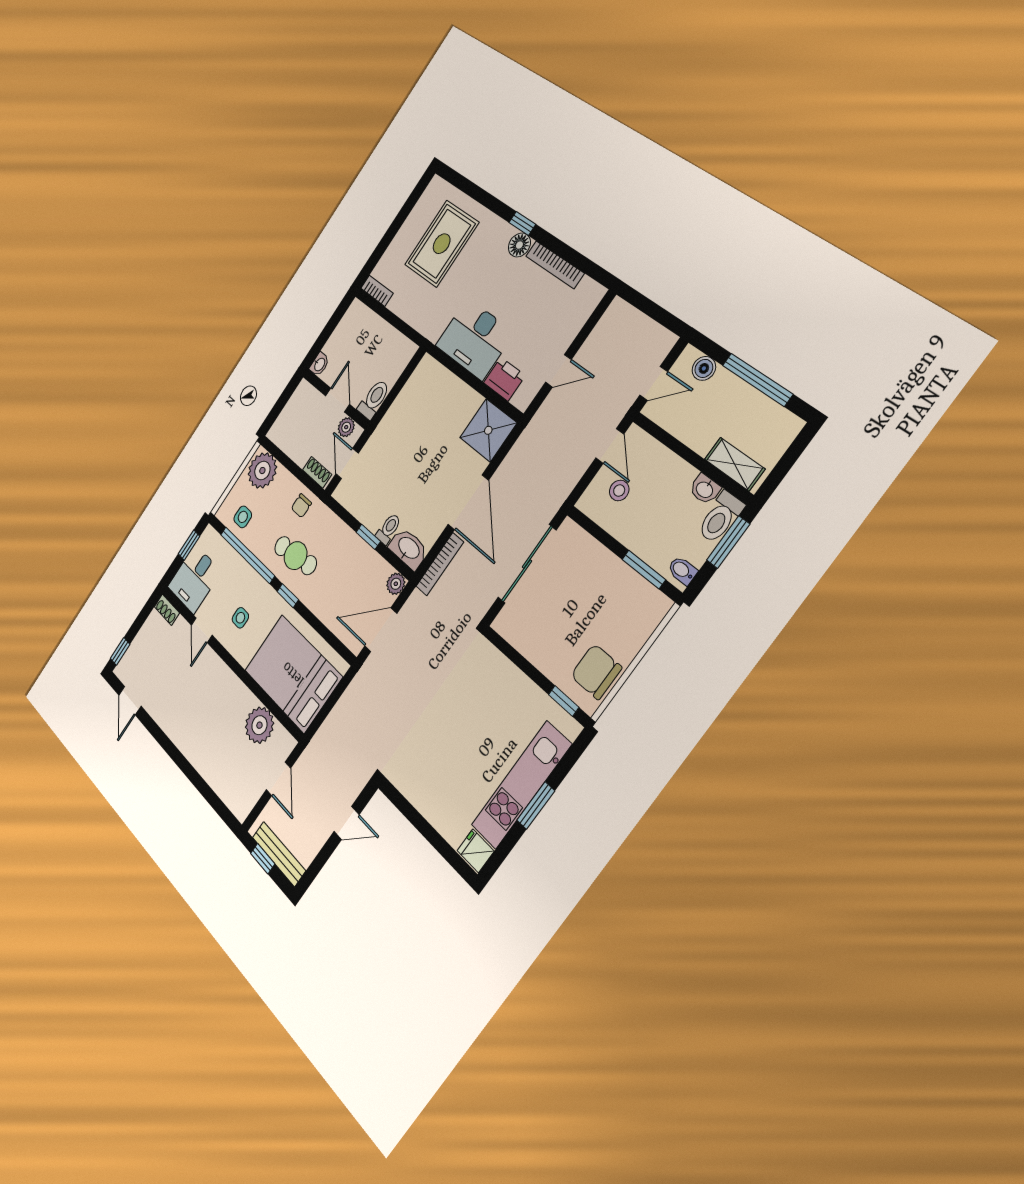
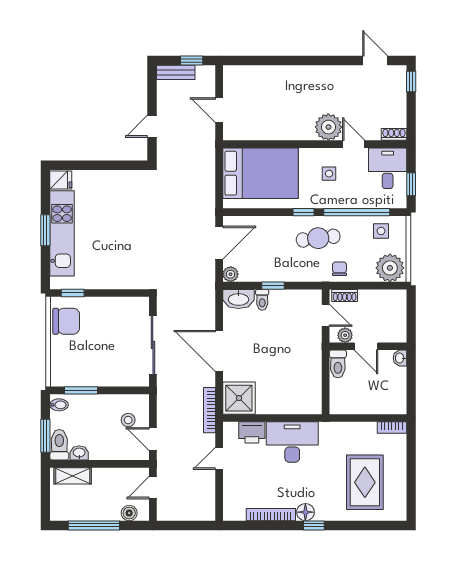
bookcase: (440, 564) -> (210, 410), moved
plant: (259, 725) -> (328, 127), moved
bench: (279, 854) -> (176, 72), width x0.73

